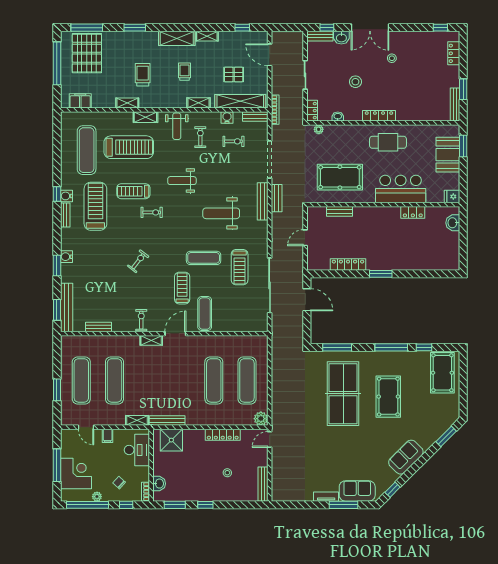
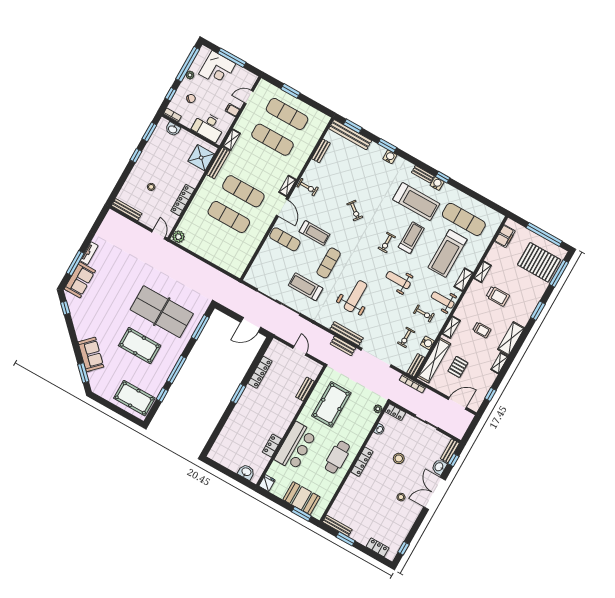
weight bench: (182, 181) -> (398, 280), turned -90
exercise mat: (247, 380) -> (243, 191), moved
sofa: (406, 457) -> (91, 354), moved

